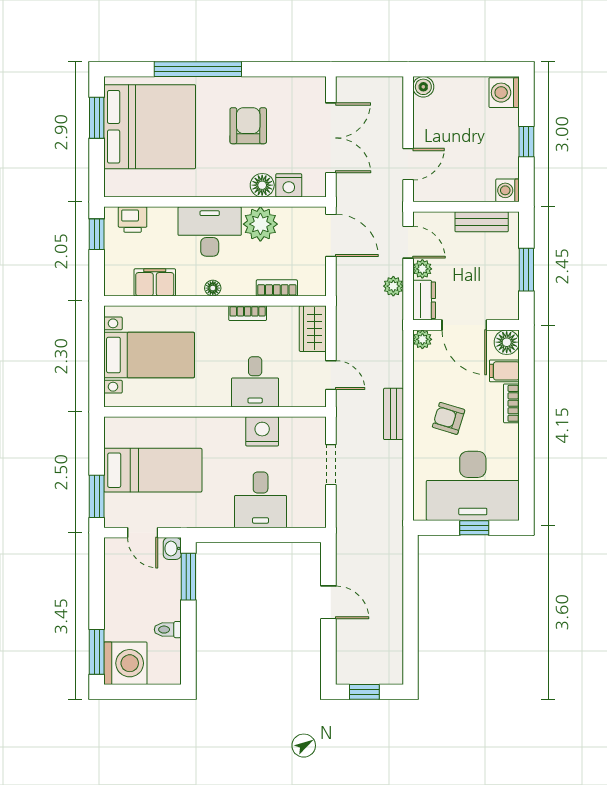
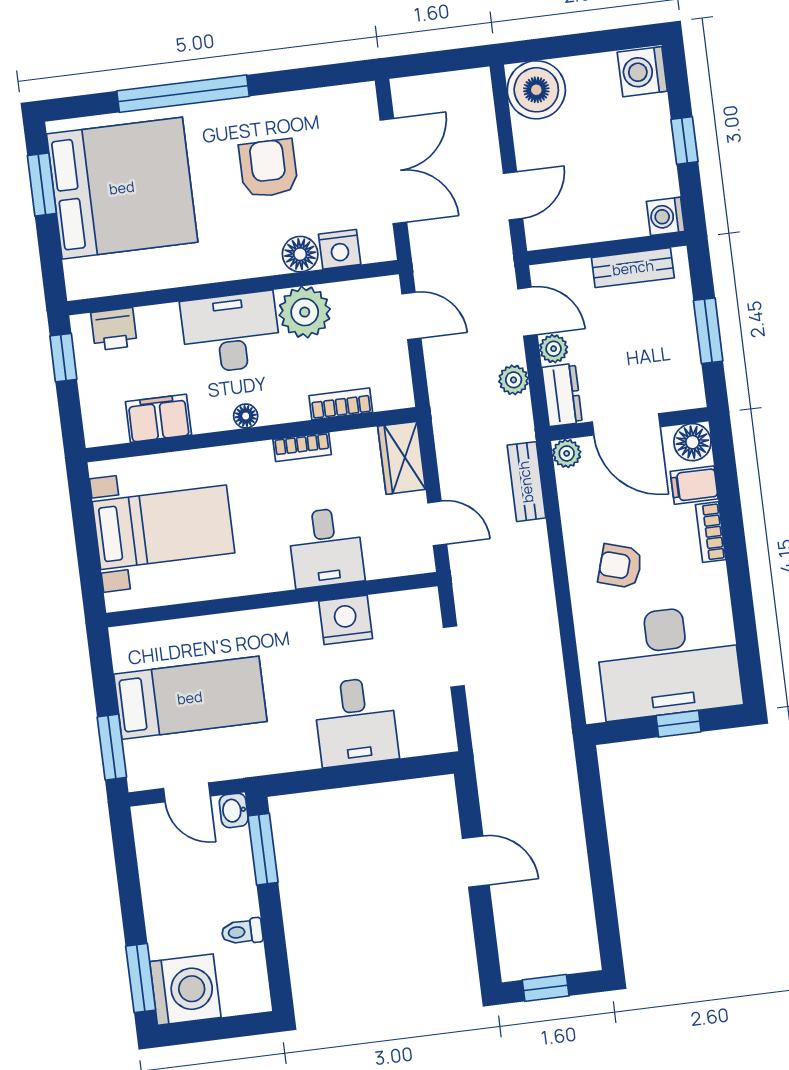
boiler: (423, 87) -> (536, 90), width x1.86, depth x1.86
door: (331, 235) -> (411, 316), width x0.73
bench: (393, 414) -> (526, 482), moved

